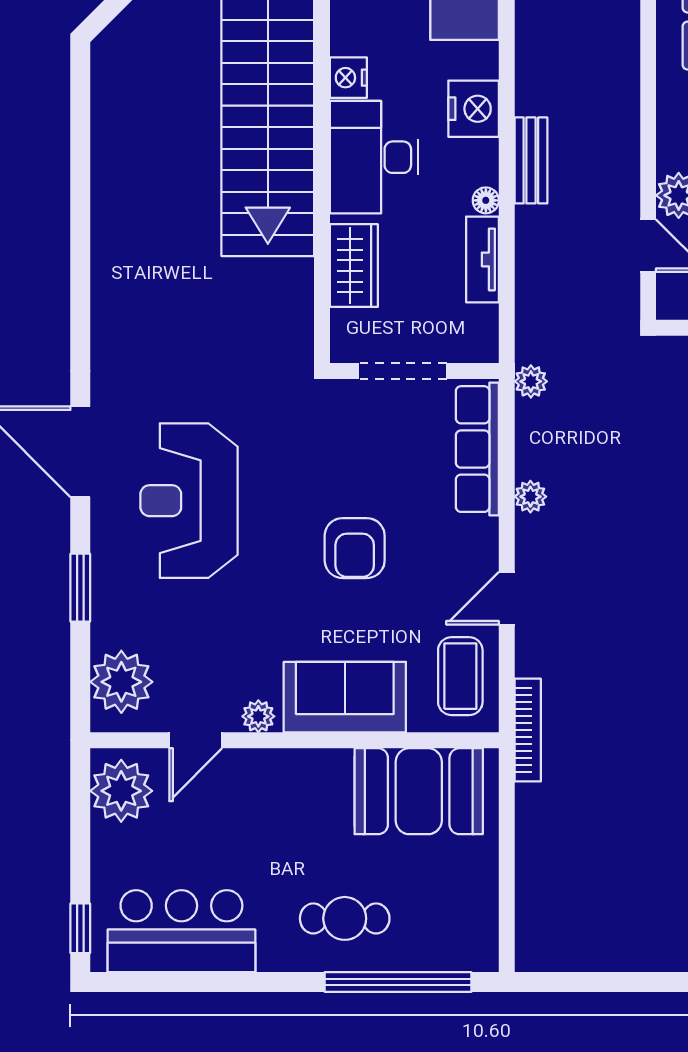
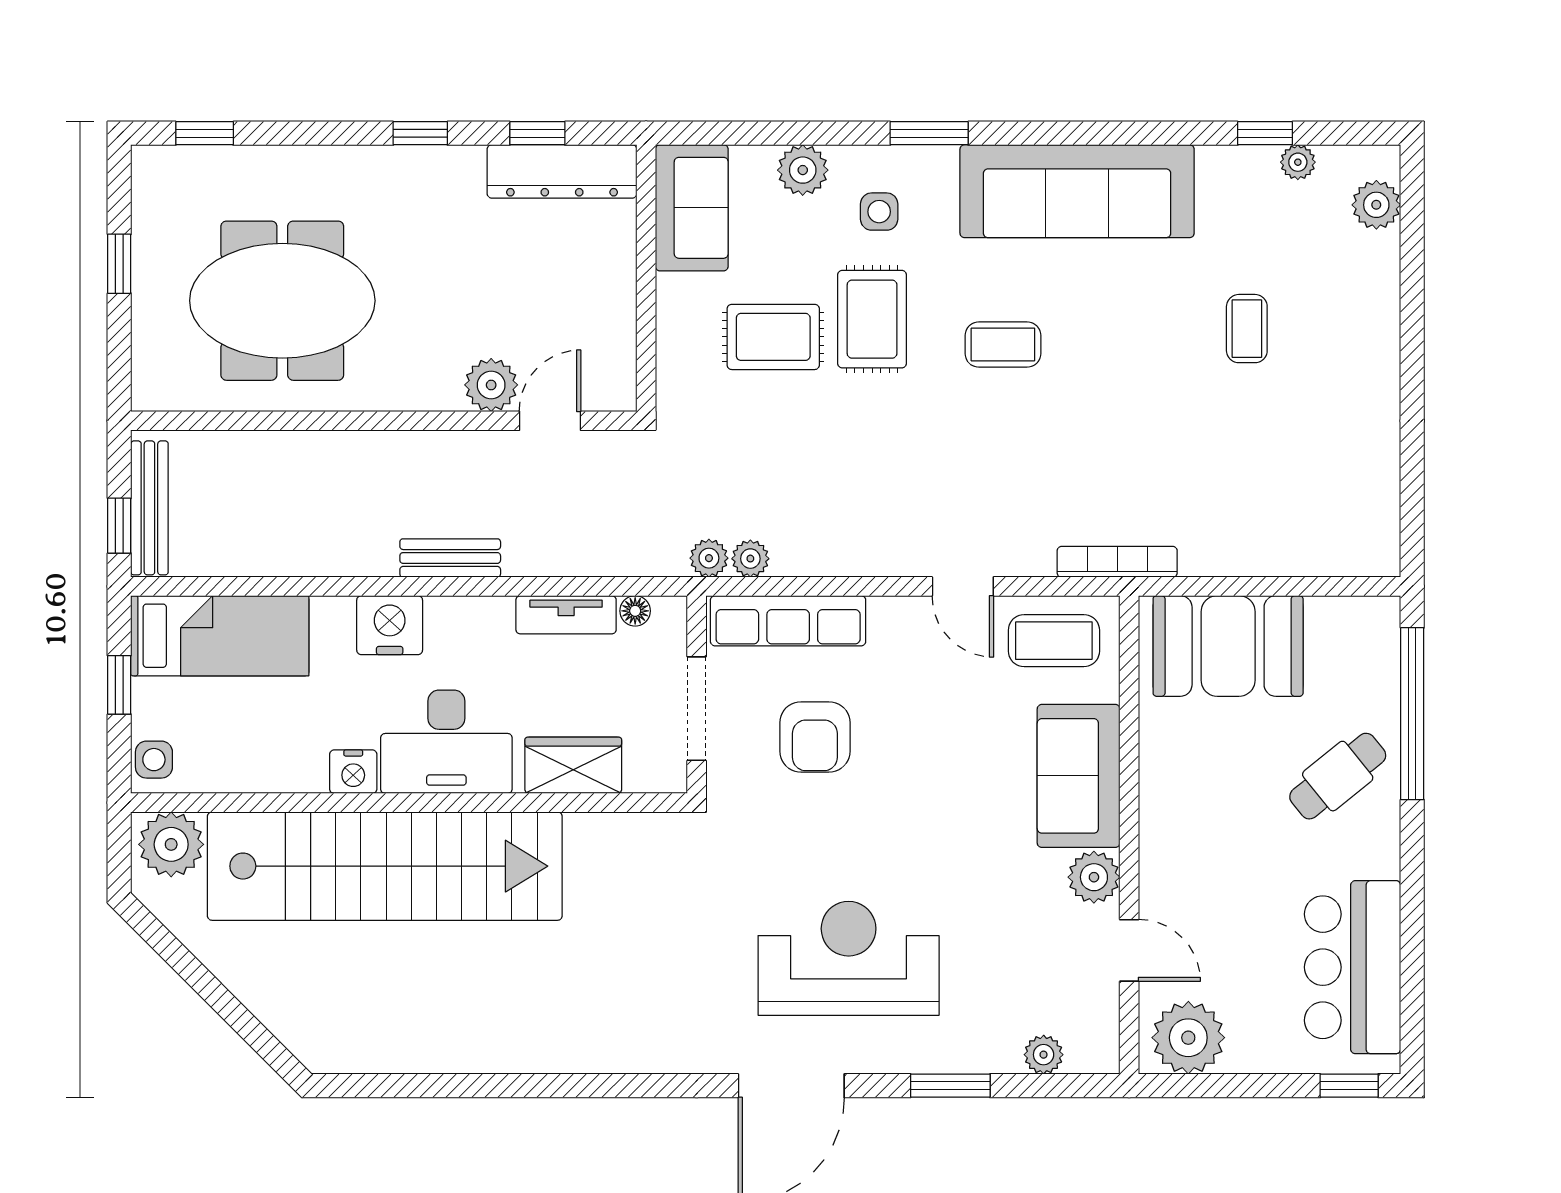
floor lamp: (486, 200) -> (635, 611), moved
plant: (530, 497) -> (750, 559), moved
reception desk: (189, 501) -> (849, 958), turned 180
armchair: (355, 548) -> (815, 737), moved, turned 90
plant: (121, 682) -> (1044, 1055), width x0.53, depth x0.53
plant: (258, 716) -> (1094, 877), width x1.38, depth x1.38
booth: (419, 791) -> (1228, 646), moved, turned 90
cafe table: (345, 918) -> (1338, 776), turned 51

